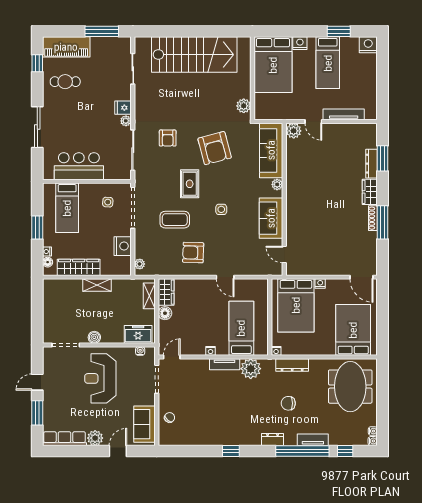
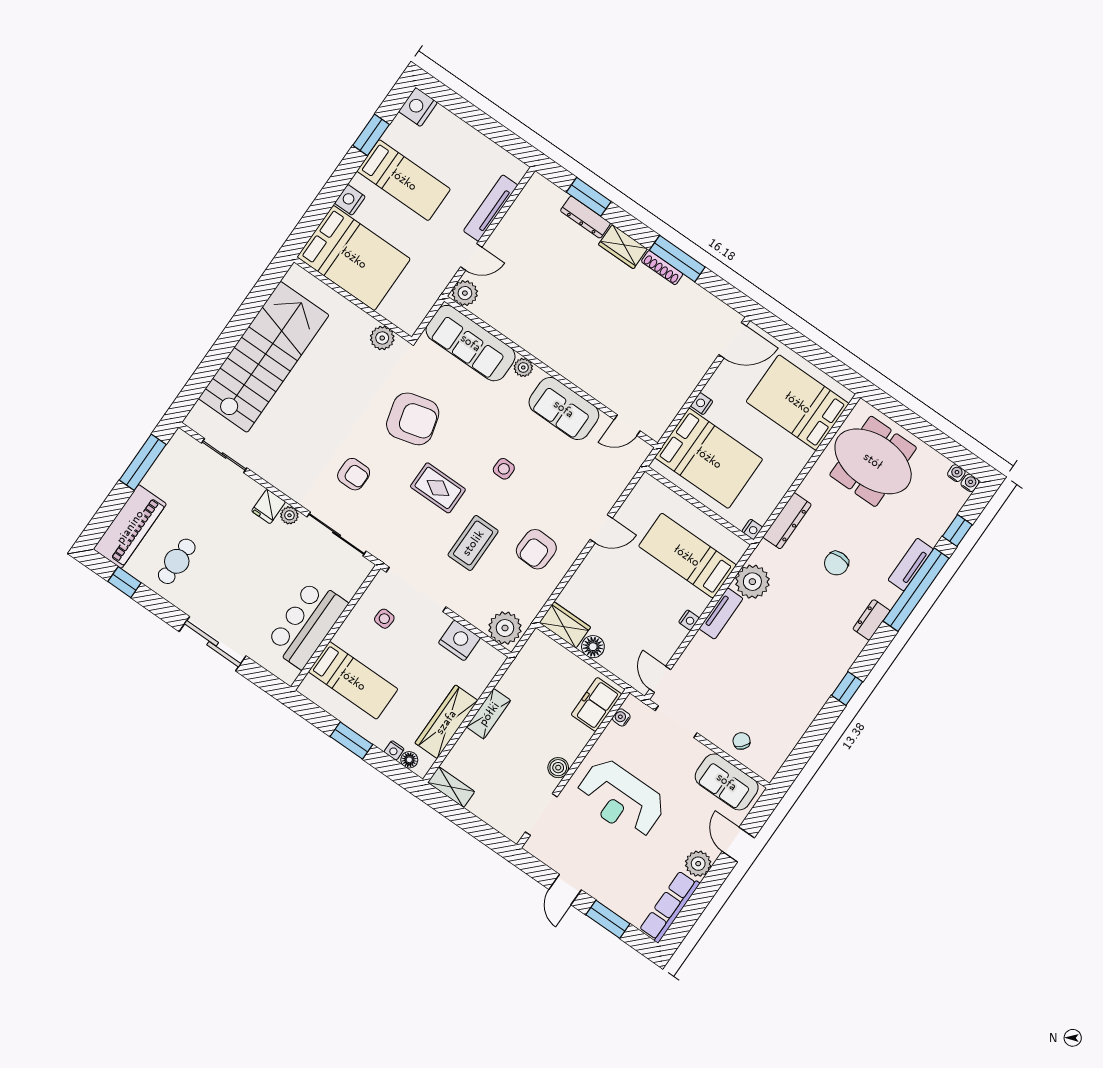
plant: (140, 264) -> (505, 628), width x1.88, depth x1.88
shelving: (149, 296) -> (451, 787), moved

